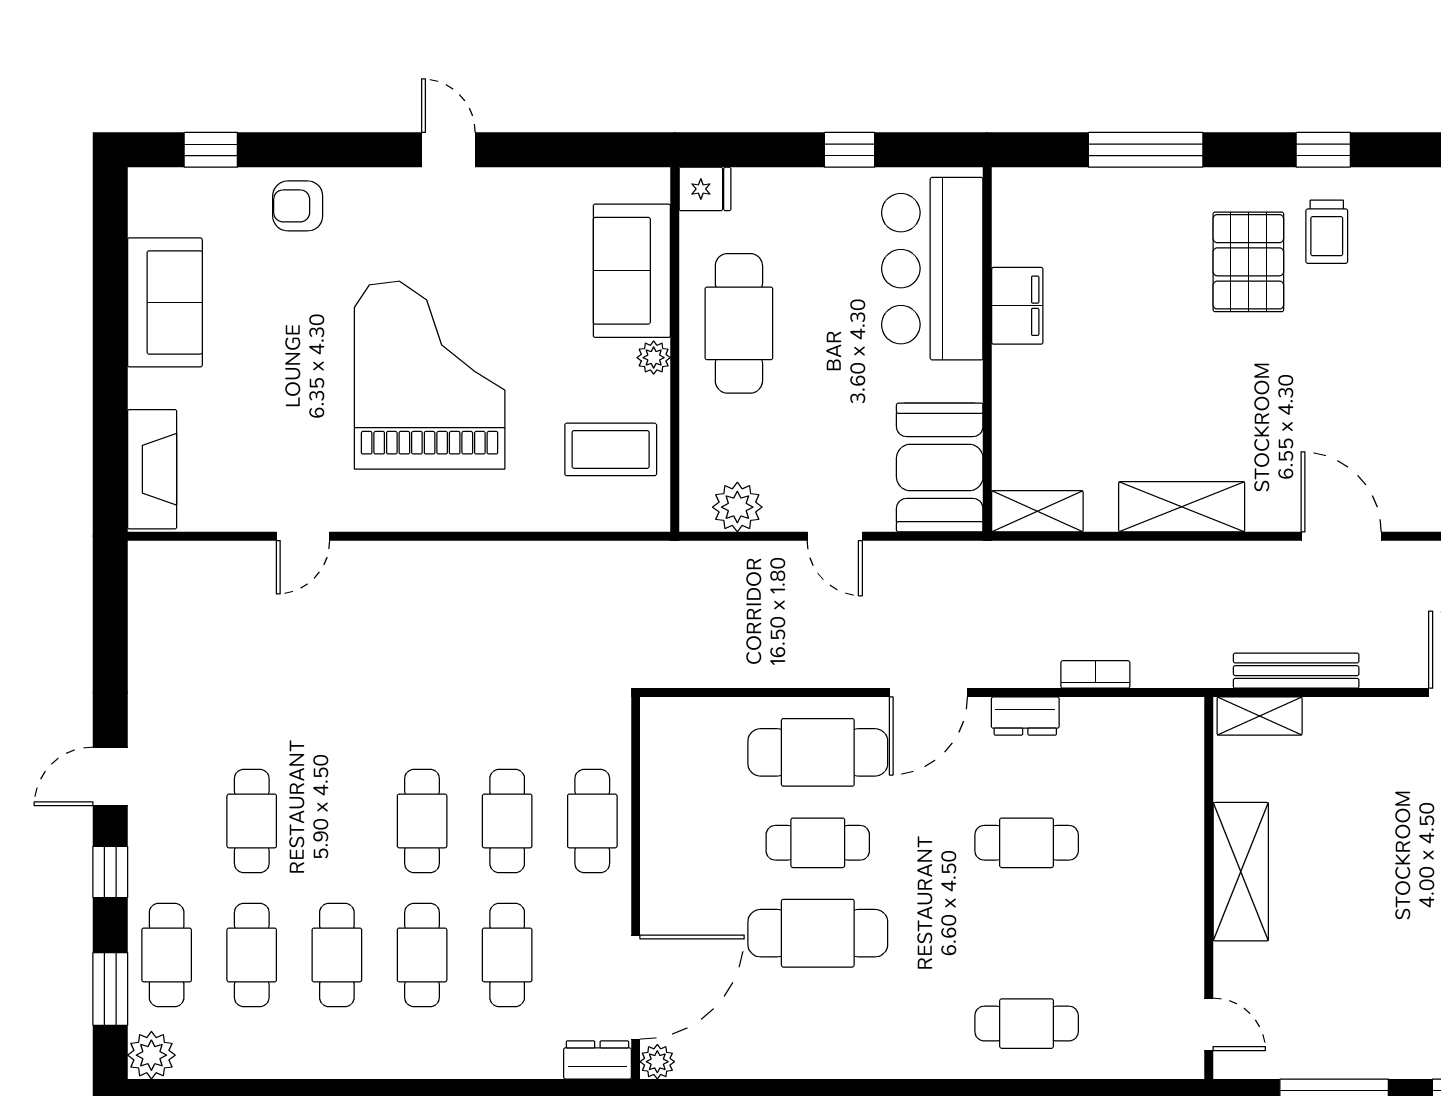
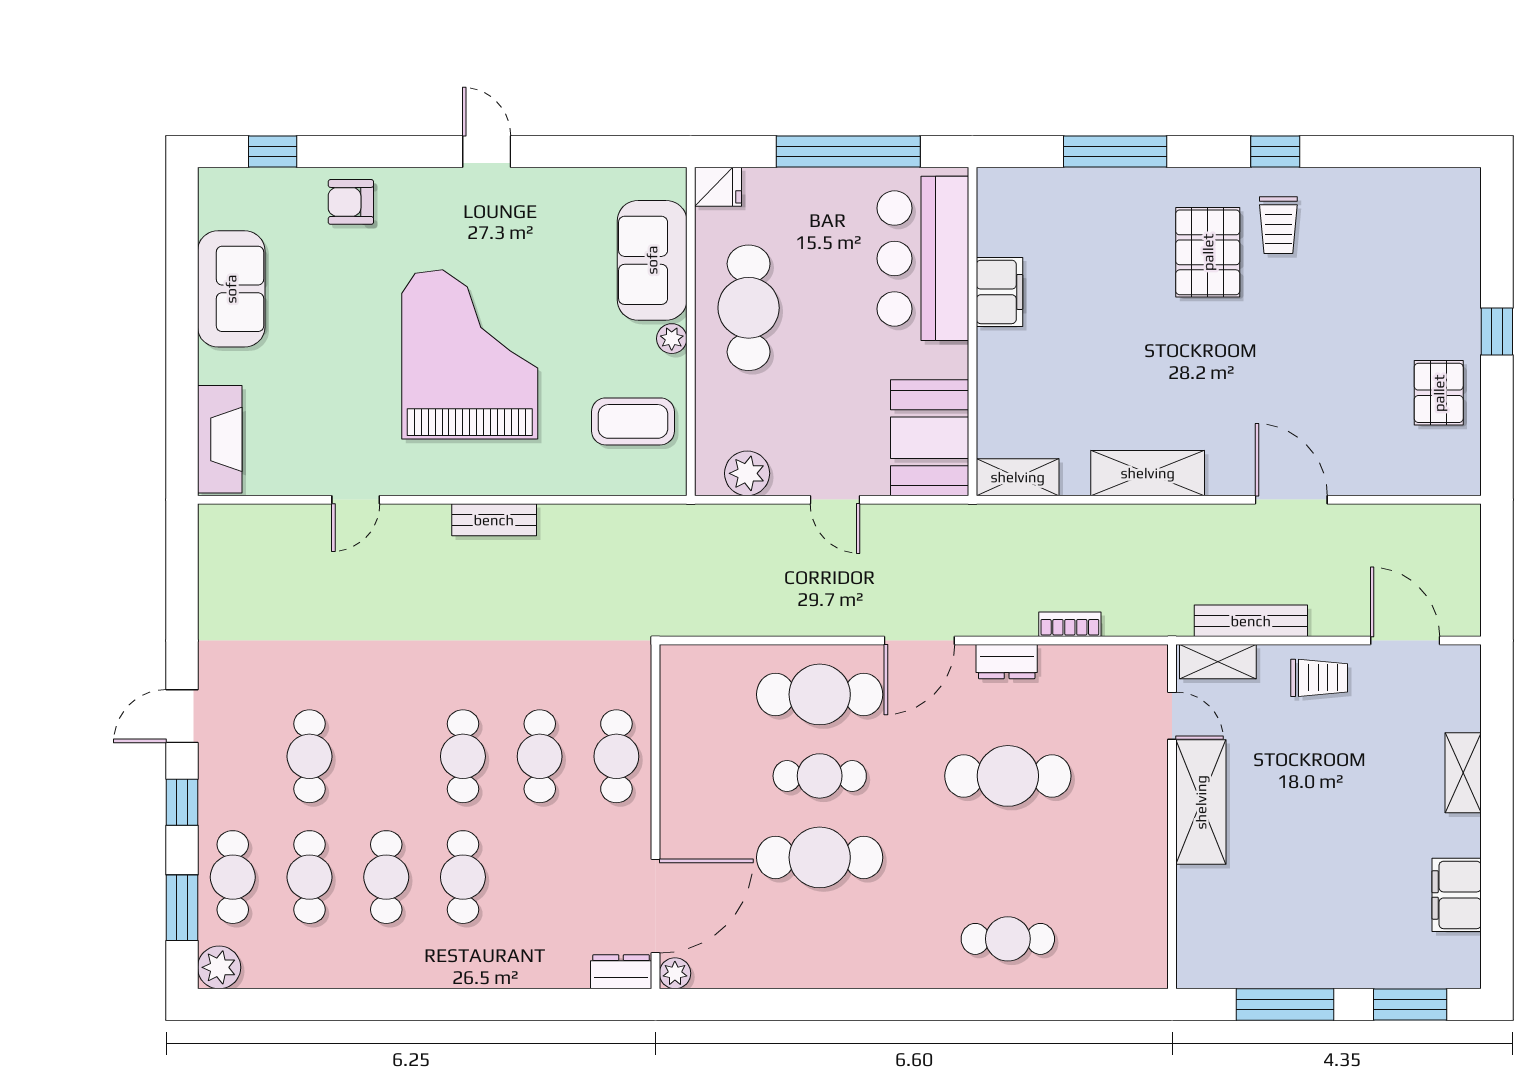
window: (850, 150) -> (848, 151), width x3.17
bench: (457, 559) -> (494, 520), added
trolley: (1372, 734) -> (1319, 678), added
cafe table: (1027, 843) -> (1008, 776), width x1.37, depth x1.35
cafe table: (507, 955) -> (540, 877), removed
door: (1209, 1024) -> (1172, 716), moved

